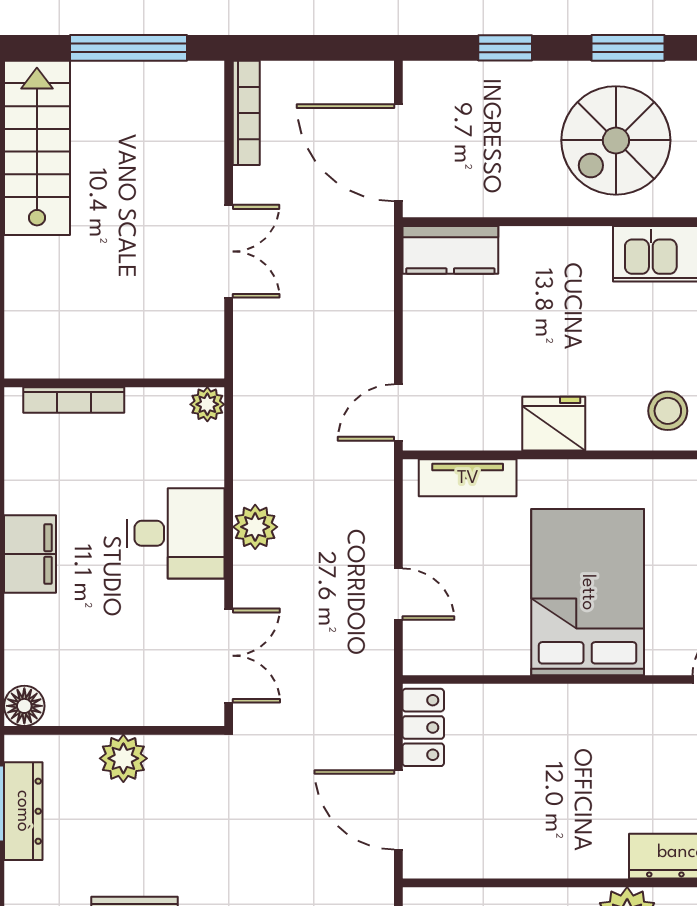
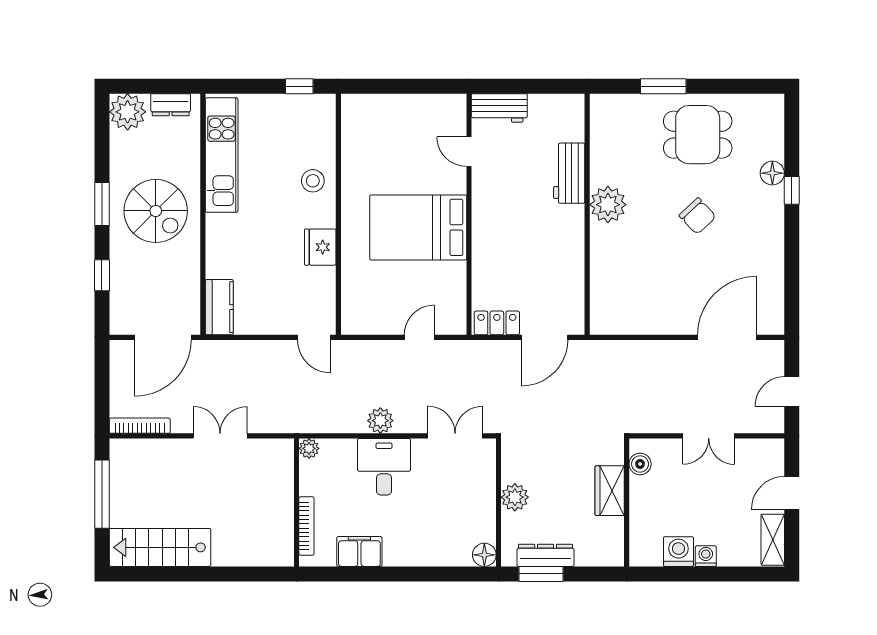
tv unit: (468, 478) -> (352, 297), removed
filing cabinet: (30, 554) -> (359, 551), moved

